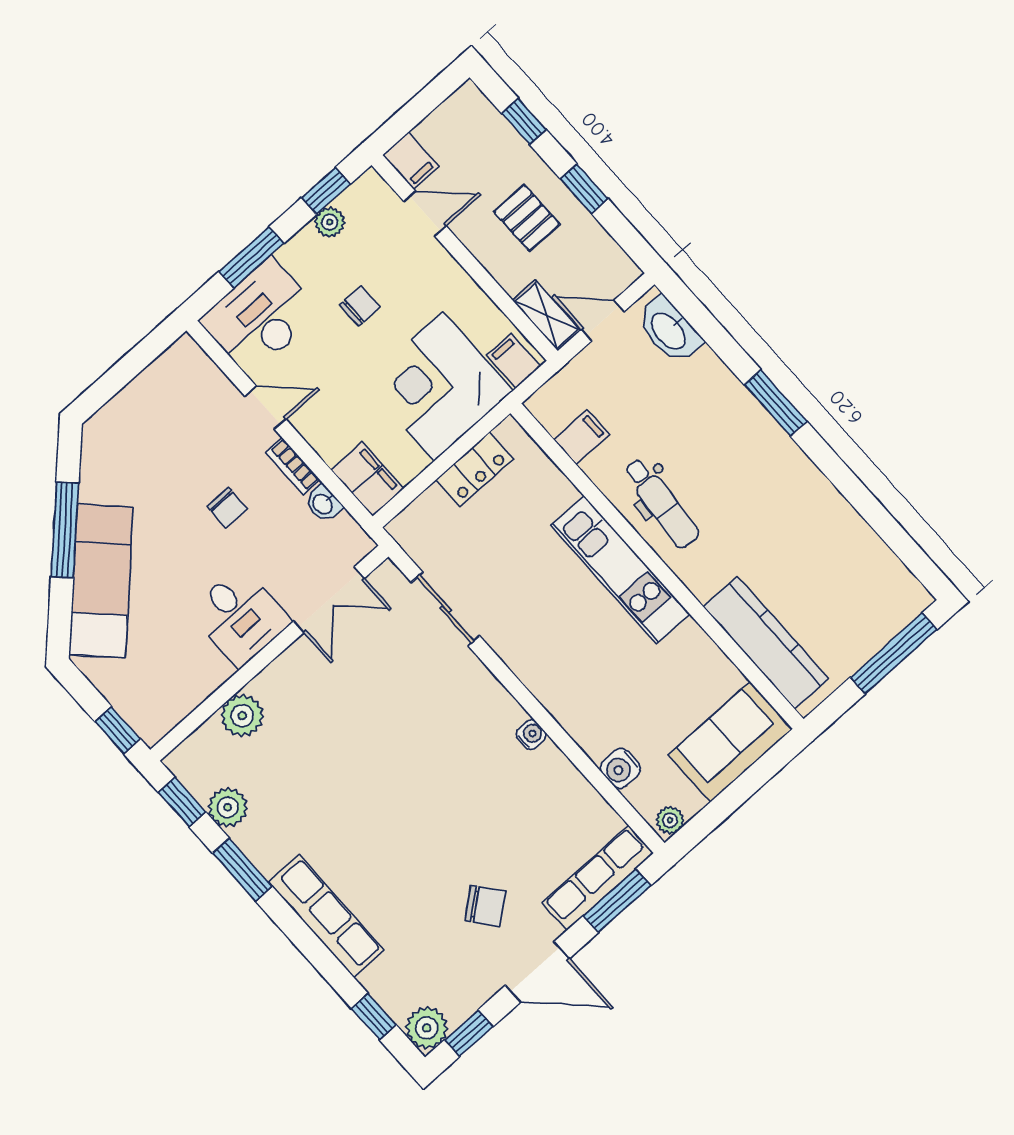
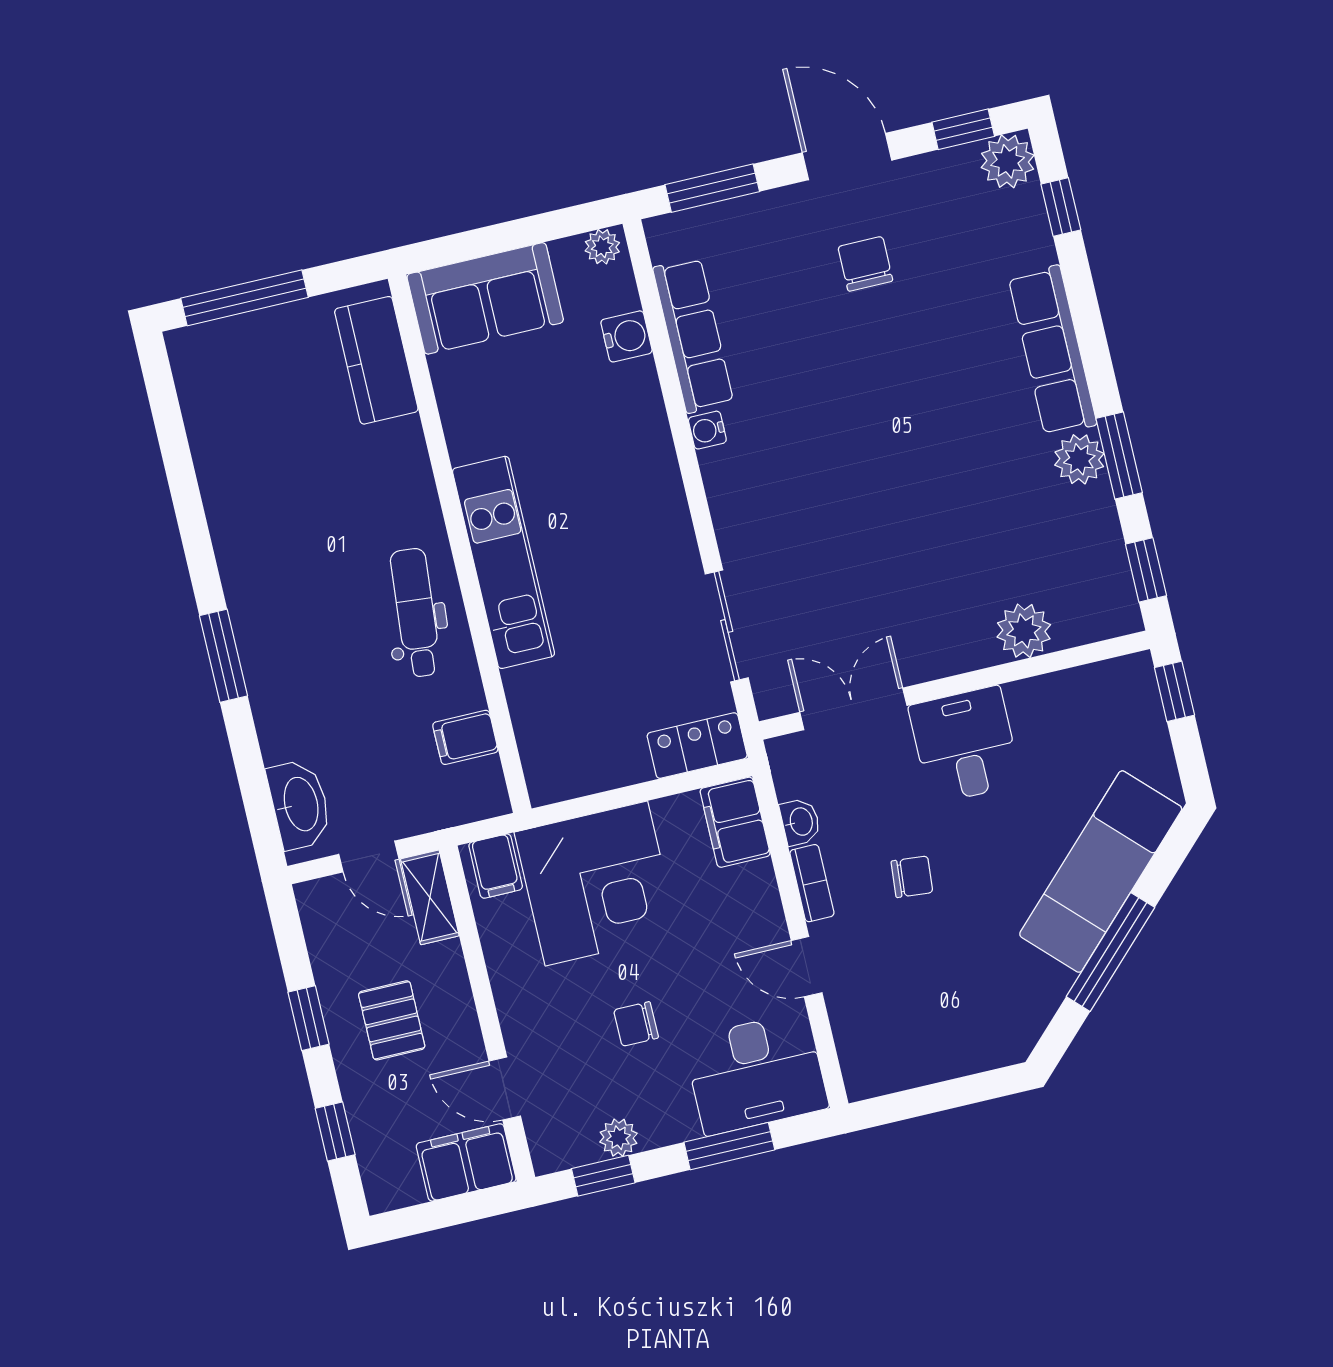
filing cabinet: (411, 161) -> (466, 1162), width x2.00
locker: (475, 469) -> (697, 746), moved
chair: (227, 508) -> (912, 877), turned 95
kitchen counter: (766, 643) -> (376, 360), width x0.67
plant: (228, 807) -> (1079, 459), moved
row of seats: (598, 878) -> (693, 335), moved, turned -90
chair: (485, 906) -> (865, 264), turned 39

